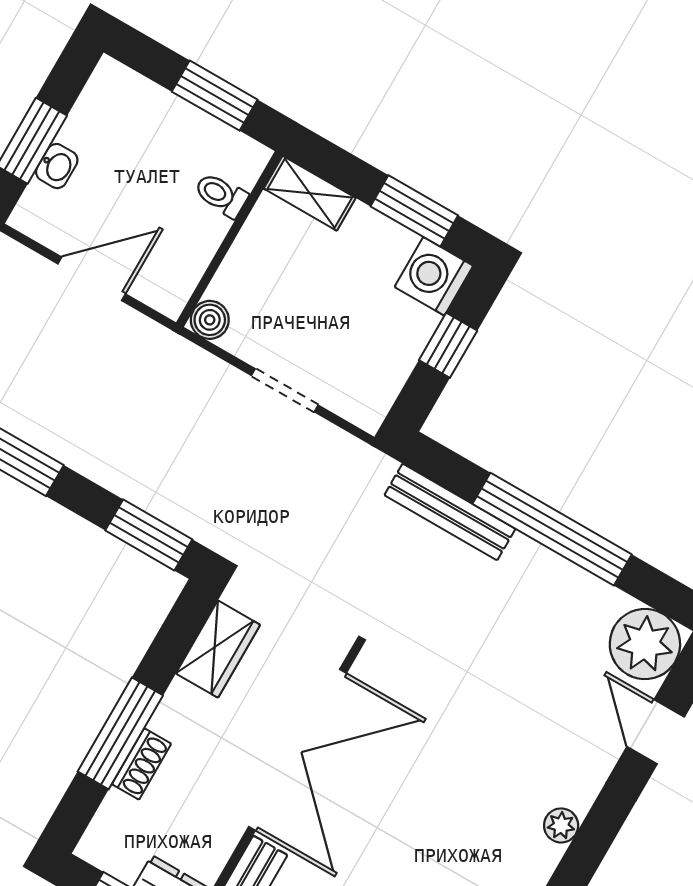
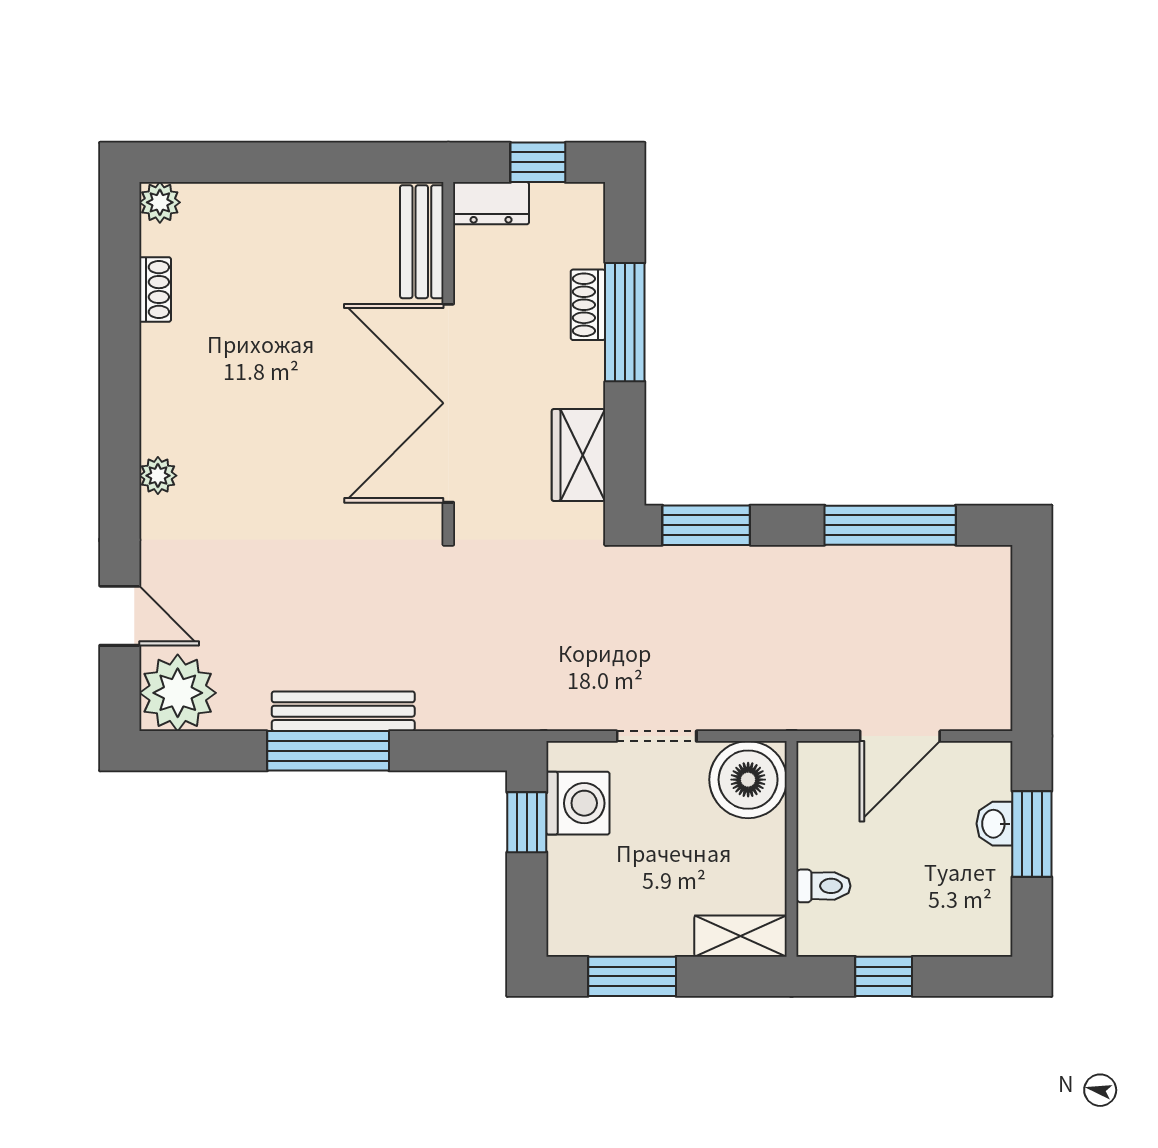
window: (215, 96) -> (884, 976), width x0.67
washing machine: (434, 276) -> (578, 803), moved
boiler: (210, 320) -> (748, 780), width x1.86, depth x1.86
window: (448, 345) -> (527, 822), moved
bench: (450, 512) -> (343, 711), moved
window: (552, 529) -> (328, 751), width x0.68

